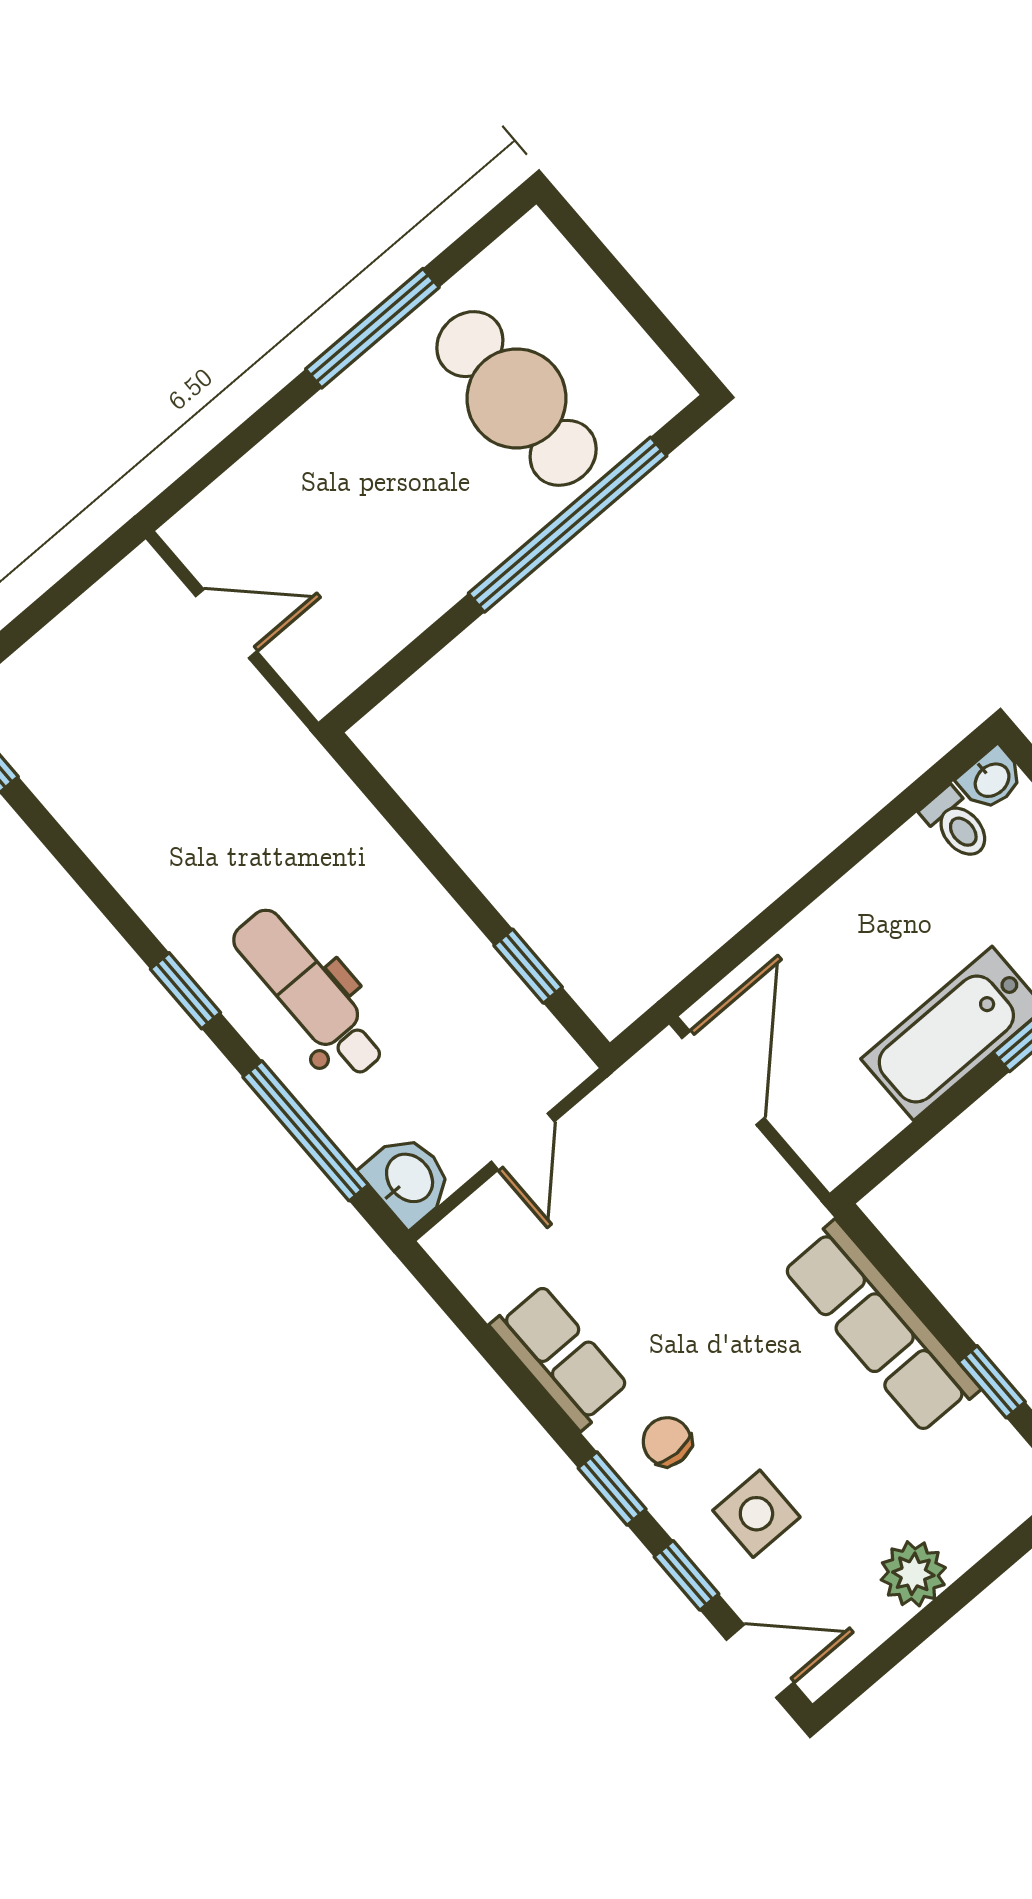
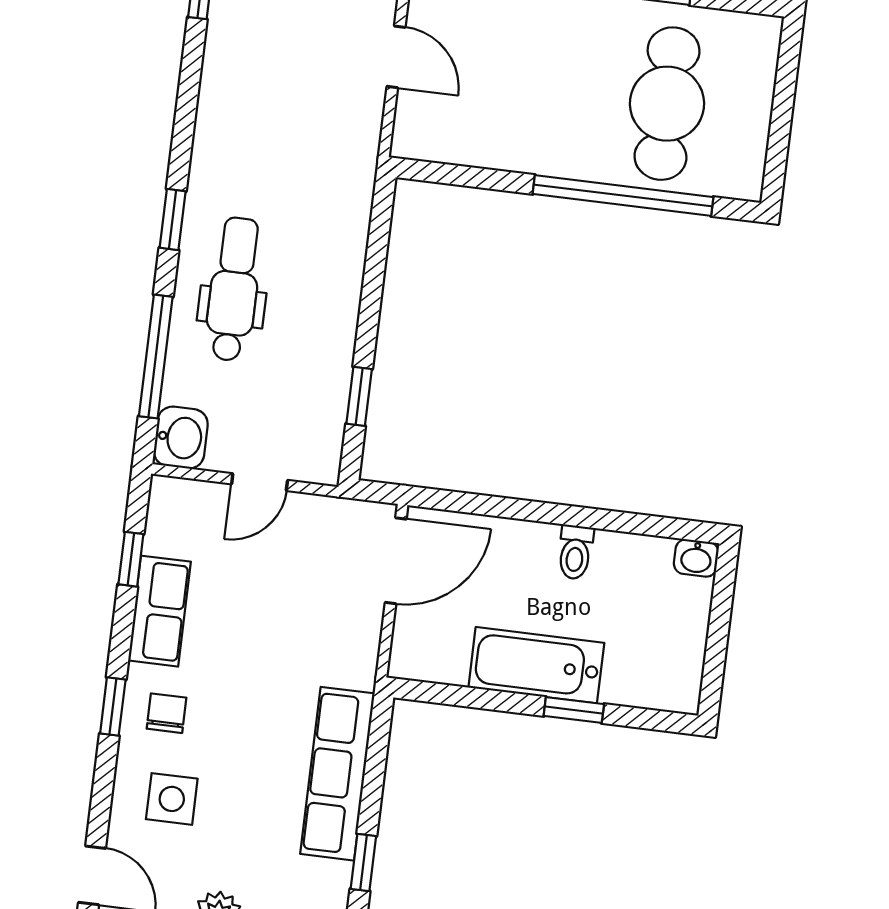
toilet: (957, 824) -> (575, 552), moved
window: (686, 1575) -> (131, 559), moved

